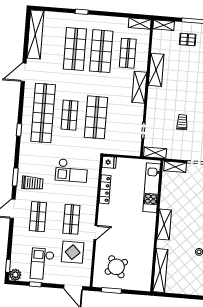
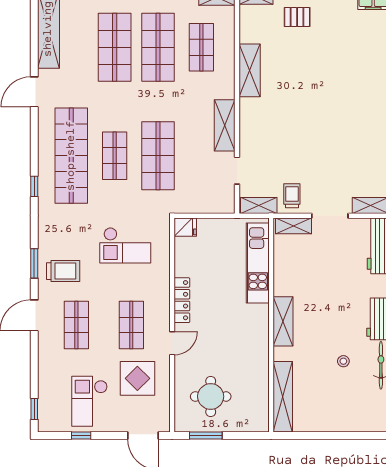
shelving: (139, 87) -> (225, 125), moved
trolley: (182, 122) -> (292, 196), moved
locker: (105, 189) -> (182, 300), moved
round table: (116, 267) -> (211, 396), turned 34
plant: (15, 275) -> (47, 423), removed

